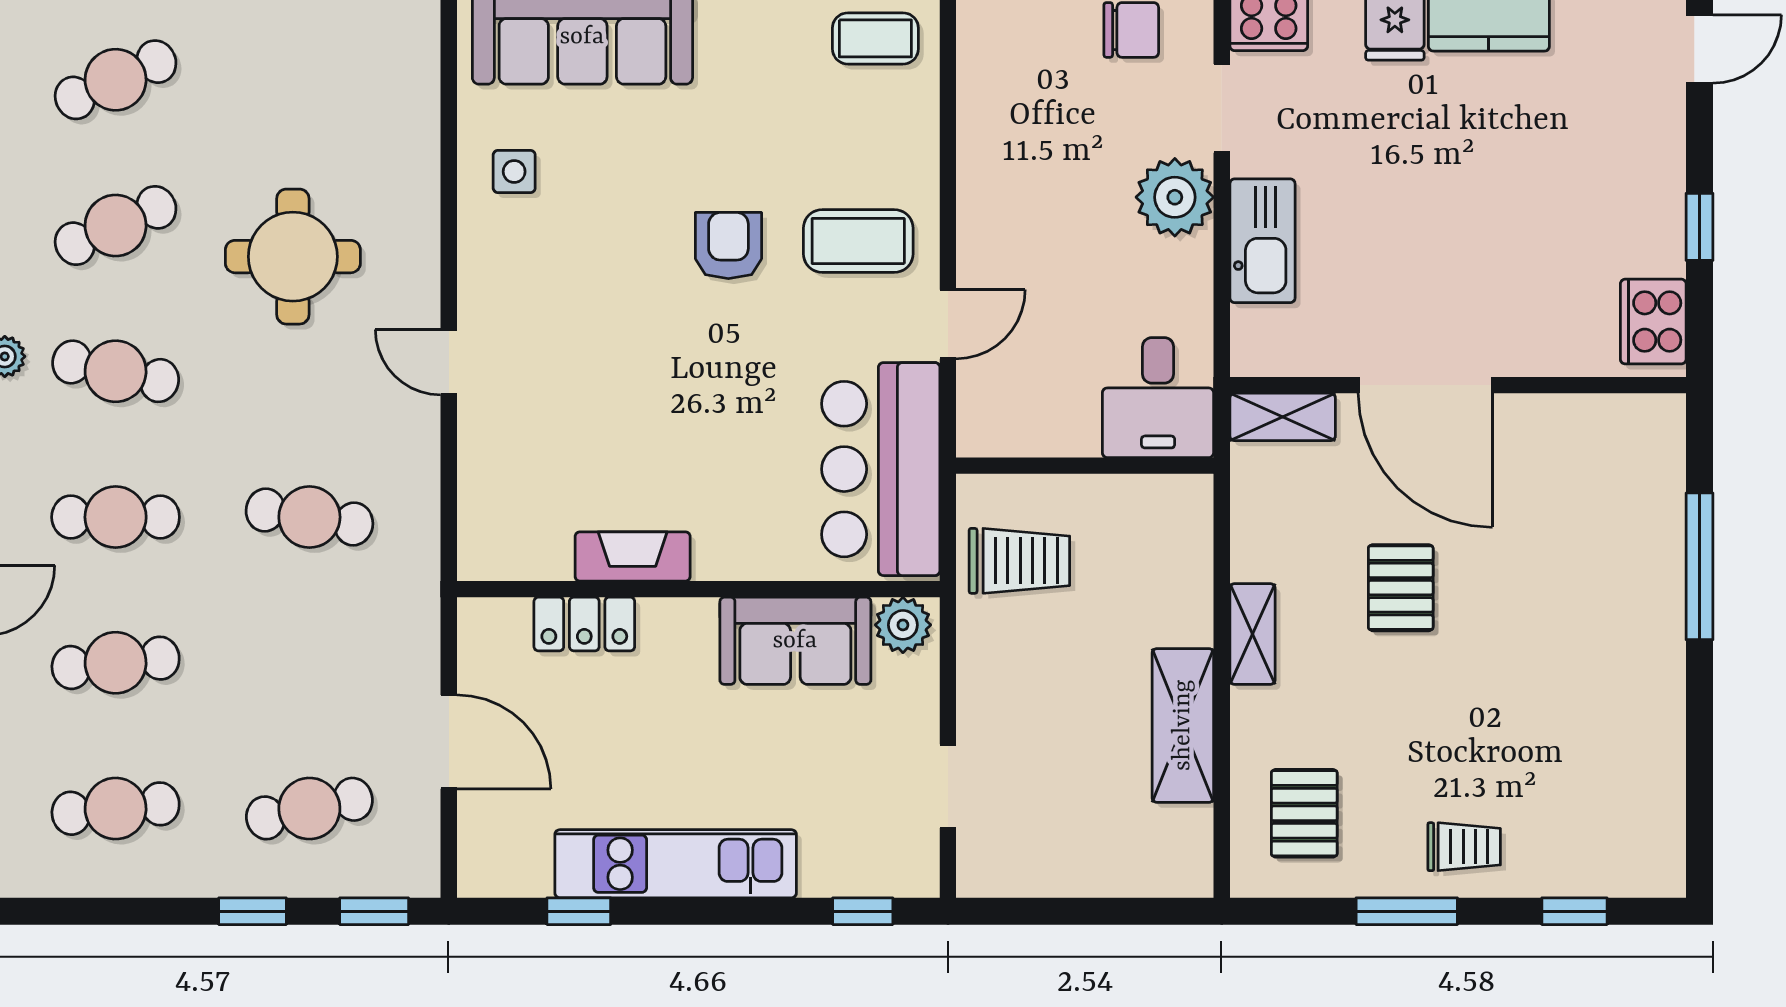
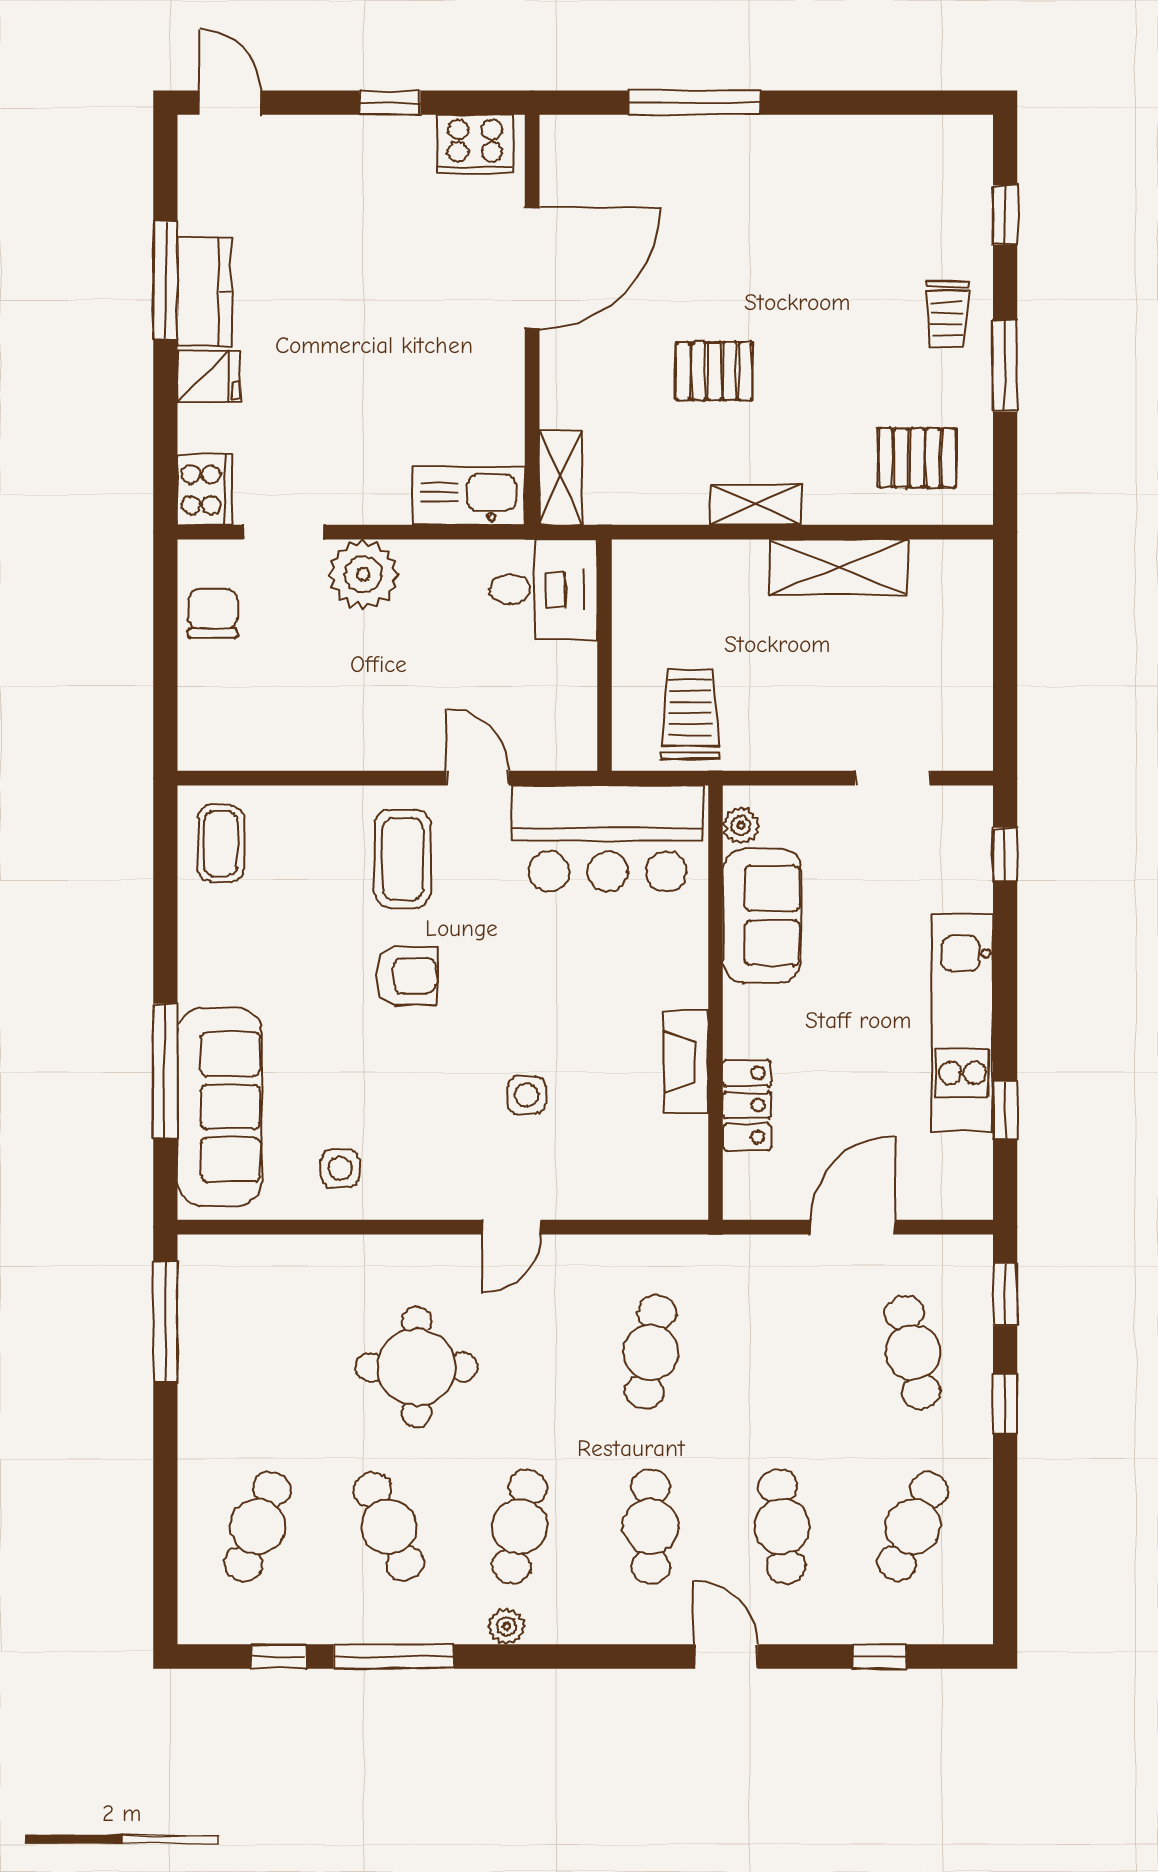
cafe table: (116, 80) -> (258, 1527), turned 45
kitchen sink: (1262, 241) -> (469, 496), moved
armchair: (728, 246) -> (407, 976), turned 180
side table: (595, 379) -> (527, 1095), added
door: (1425, 385) -> (532, 268), moved
plant: (903, 625) -> (741, 825), width x0.73, depth x0.73
cafe table: (116, 809) -> (913, 1527), turned 30
trolley: (1464, 847) -> (947, 314), turned 180

